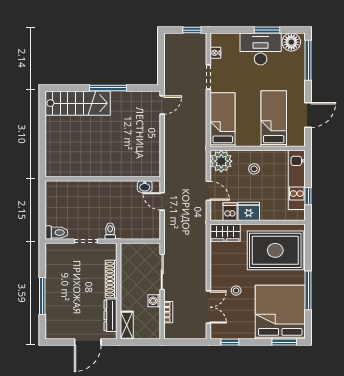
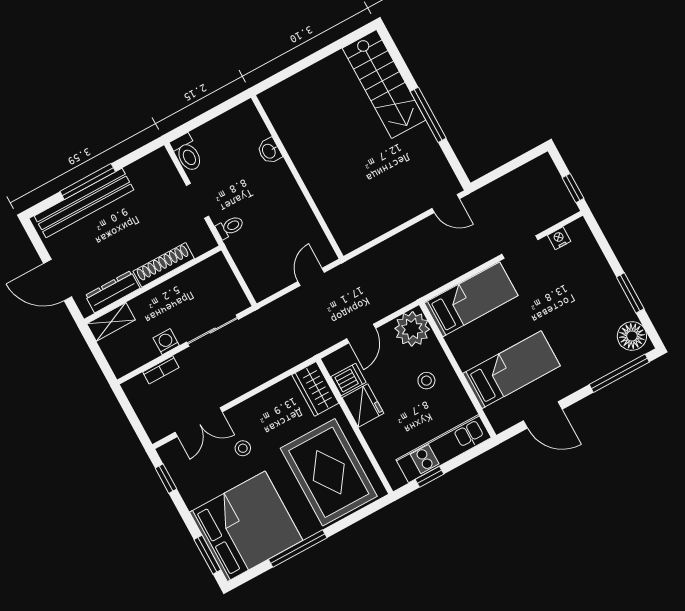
desk: (261, 49) -> (599, 298), removed
washbasin: (145, 186) -> (269, 151), moved
bench: (53, 304) -> (84, 203), added

